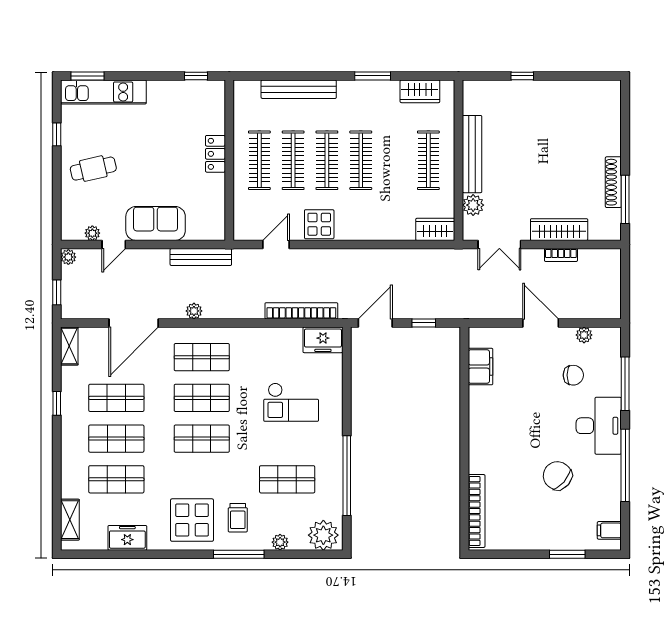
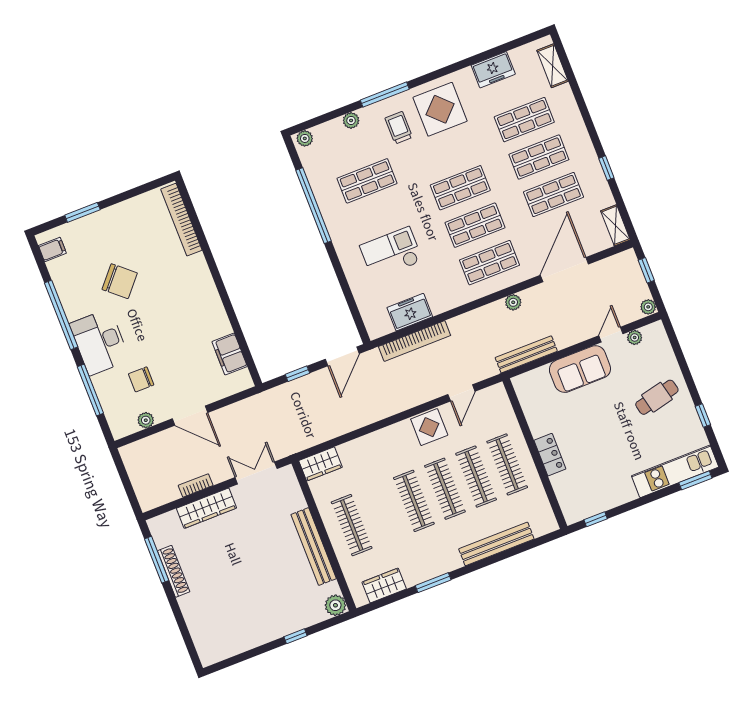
plant: (473, 205) -> (335, 605), moved
freezer: (323, 340) -> (410, 312), moved
plant: (323, 535) -> (305, 138), width x0.53, depth x0.53

